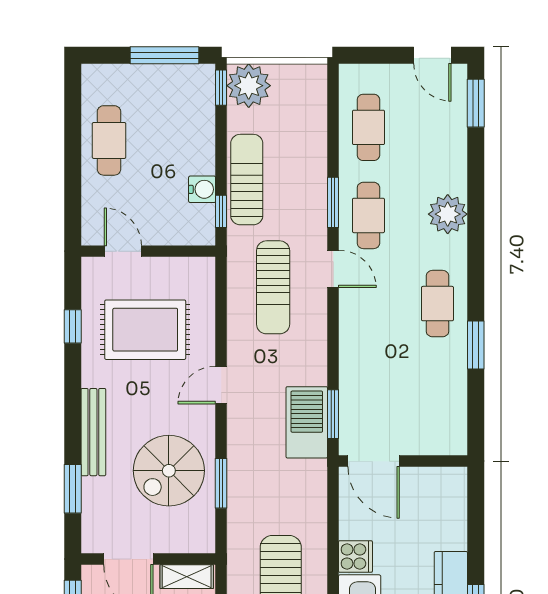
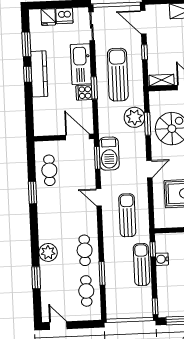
plant: (249, 86) -> (134, 117), moved
window: (476, 103) -> (36, 278), moved
sun lounger: (247, 180) -> (142, 265), turned 180
window: (333, 202) -> (102, 273), moved
door: (333, 269) -> (99, 197), moved
cafe table: (437, 304) -> (49, 170), moved
window: (333, 566) -> (94, 88), added

